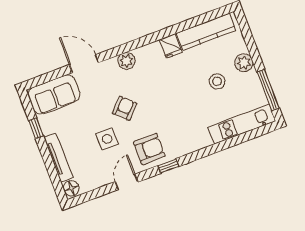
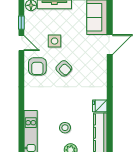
plant: (126, 61) -> (101, 73), removed
armchair: (125, 108) -> (64, 68), moved
window: (168, 166) -> (21, 23), moved

